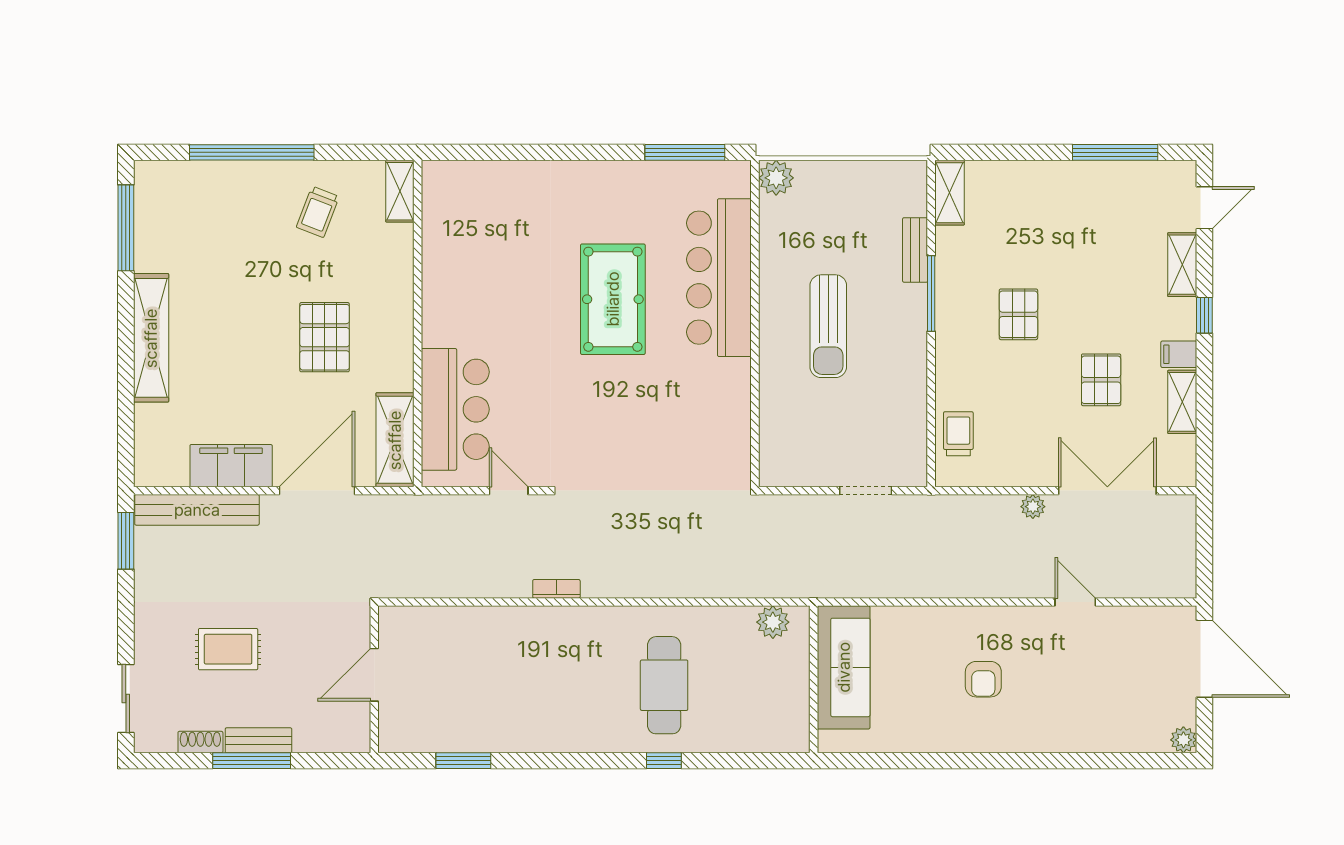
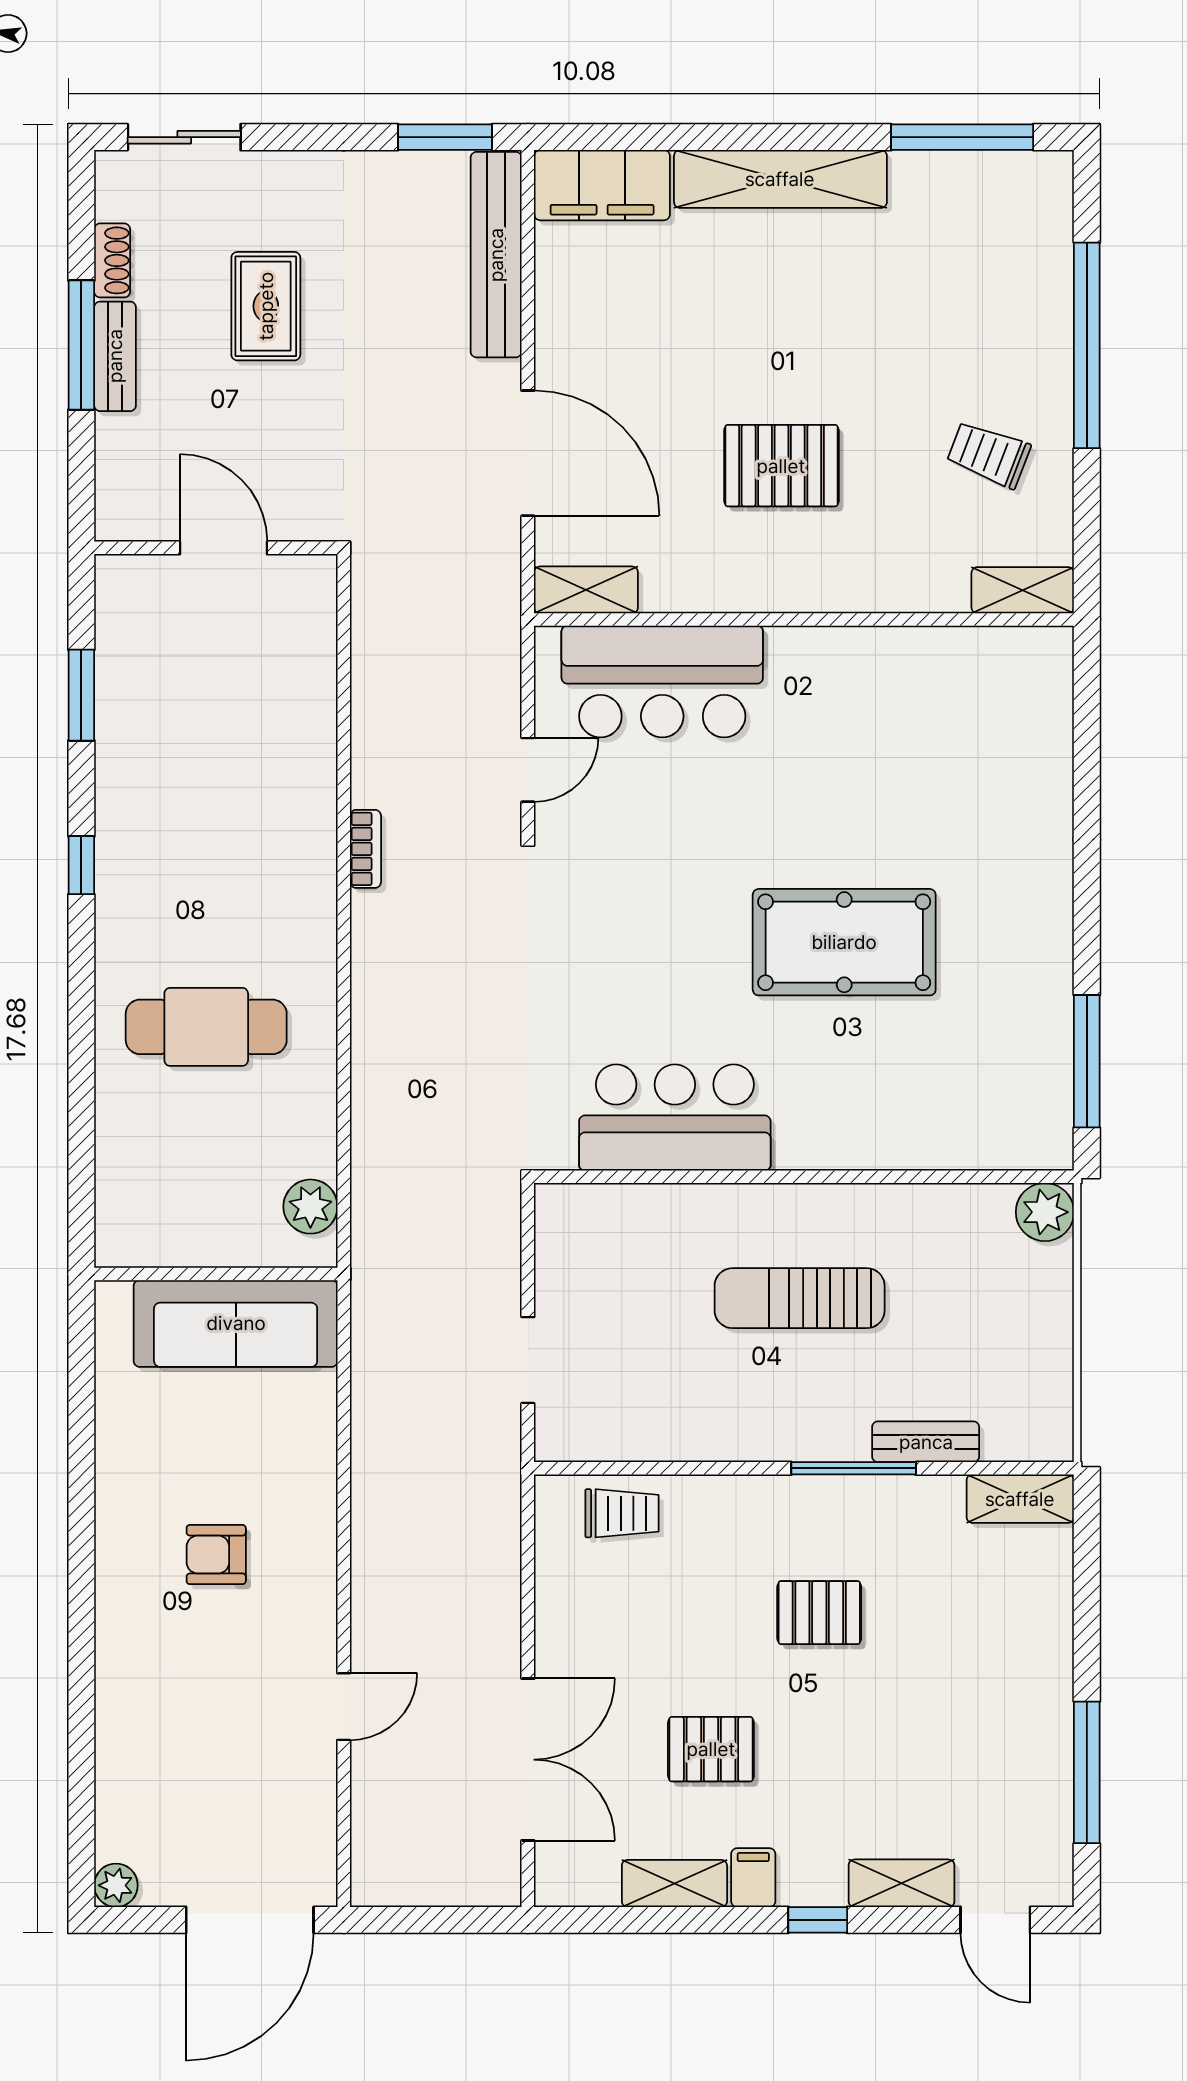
bar counter: (719, 278) -> (675, 1117), moved, width x0.73
shelving: (395, 440) -> (586, 590), width x0.67, depth x0.75
filing cabinet: (231, 466) -> (602, 185), moved, turned 90
plant: (1033, 507) -> (502, 1636), removed
window: (664, 761) -> (81, 865), moved

